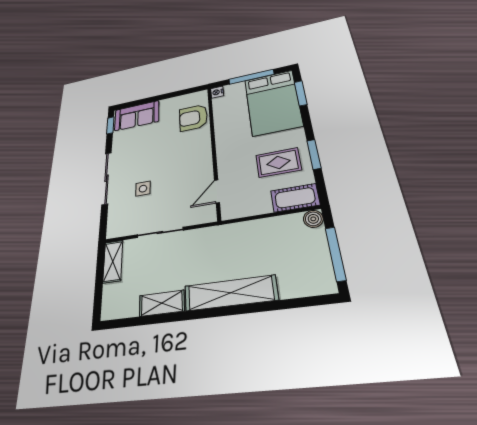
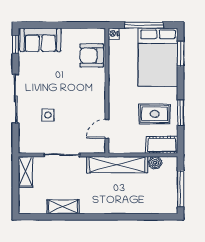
boiler: (313, 219) -> (155, 163), moved
shelving: (230, 293) -> (117, 165), moved

